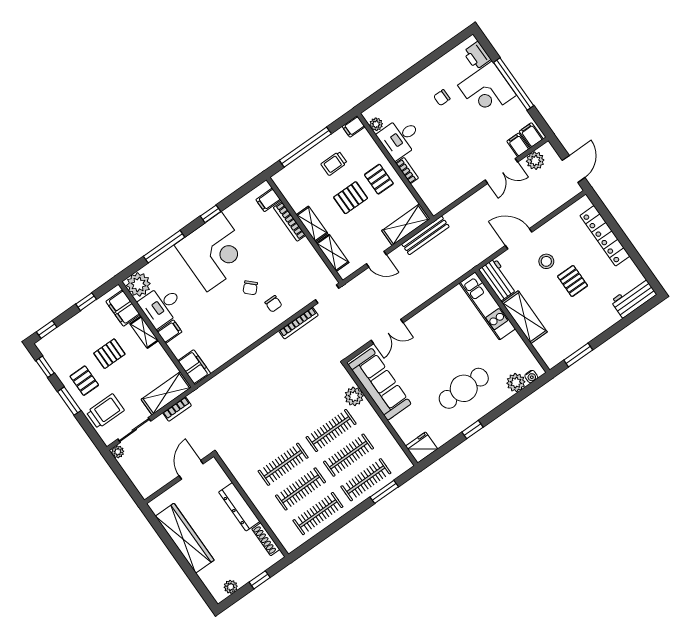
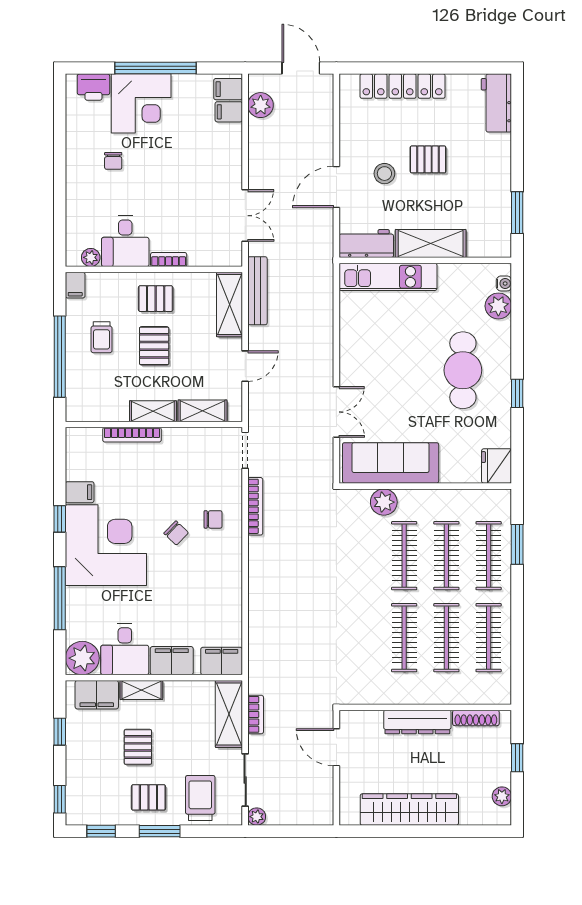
double door: (501, 171) -> (245, 216), moved
filing cabinet: (268, 200) -> (80, 492), moved, turned -90
filing cabinet: (169, 332) -> (172, 661), width x2.00

